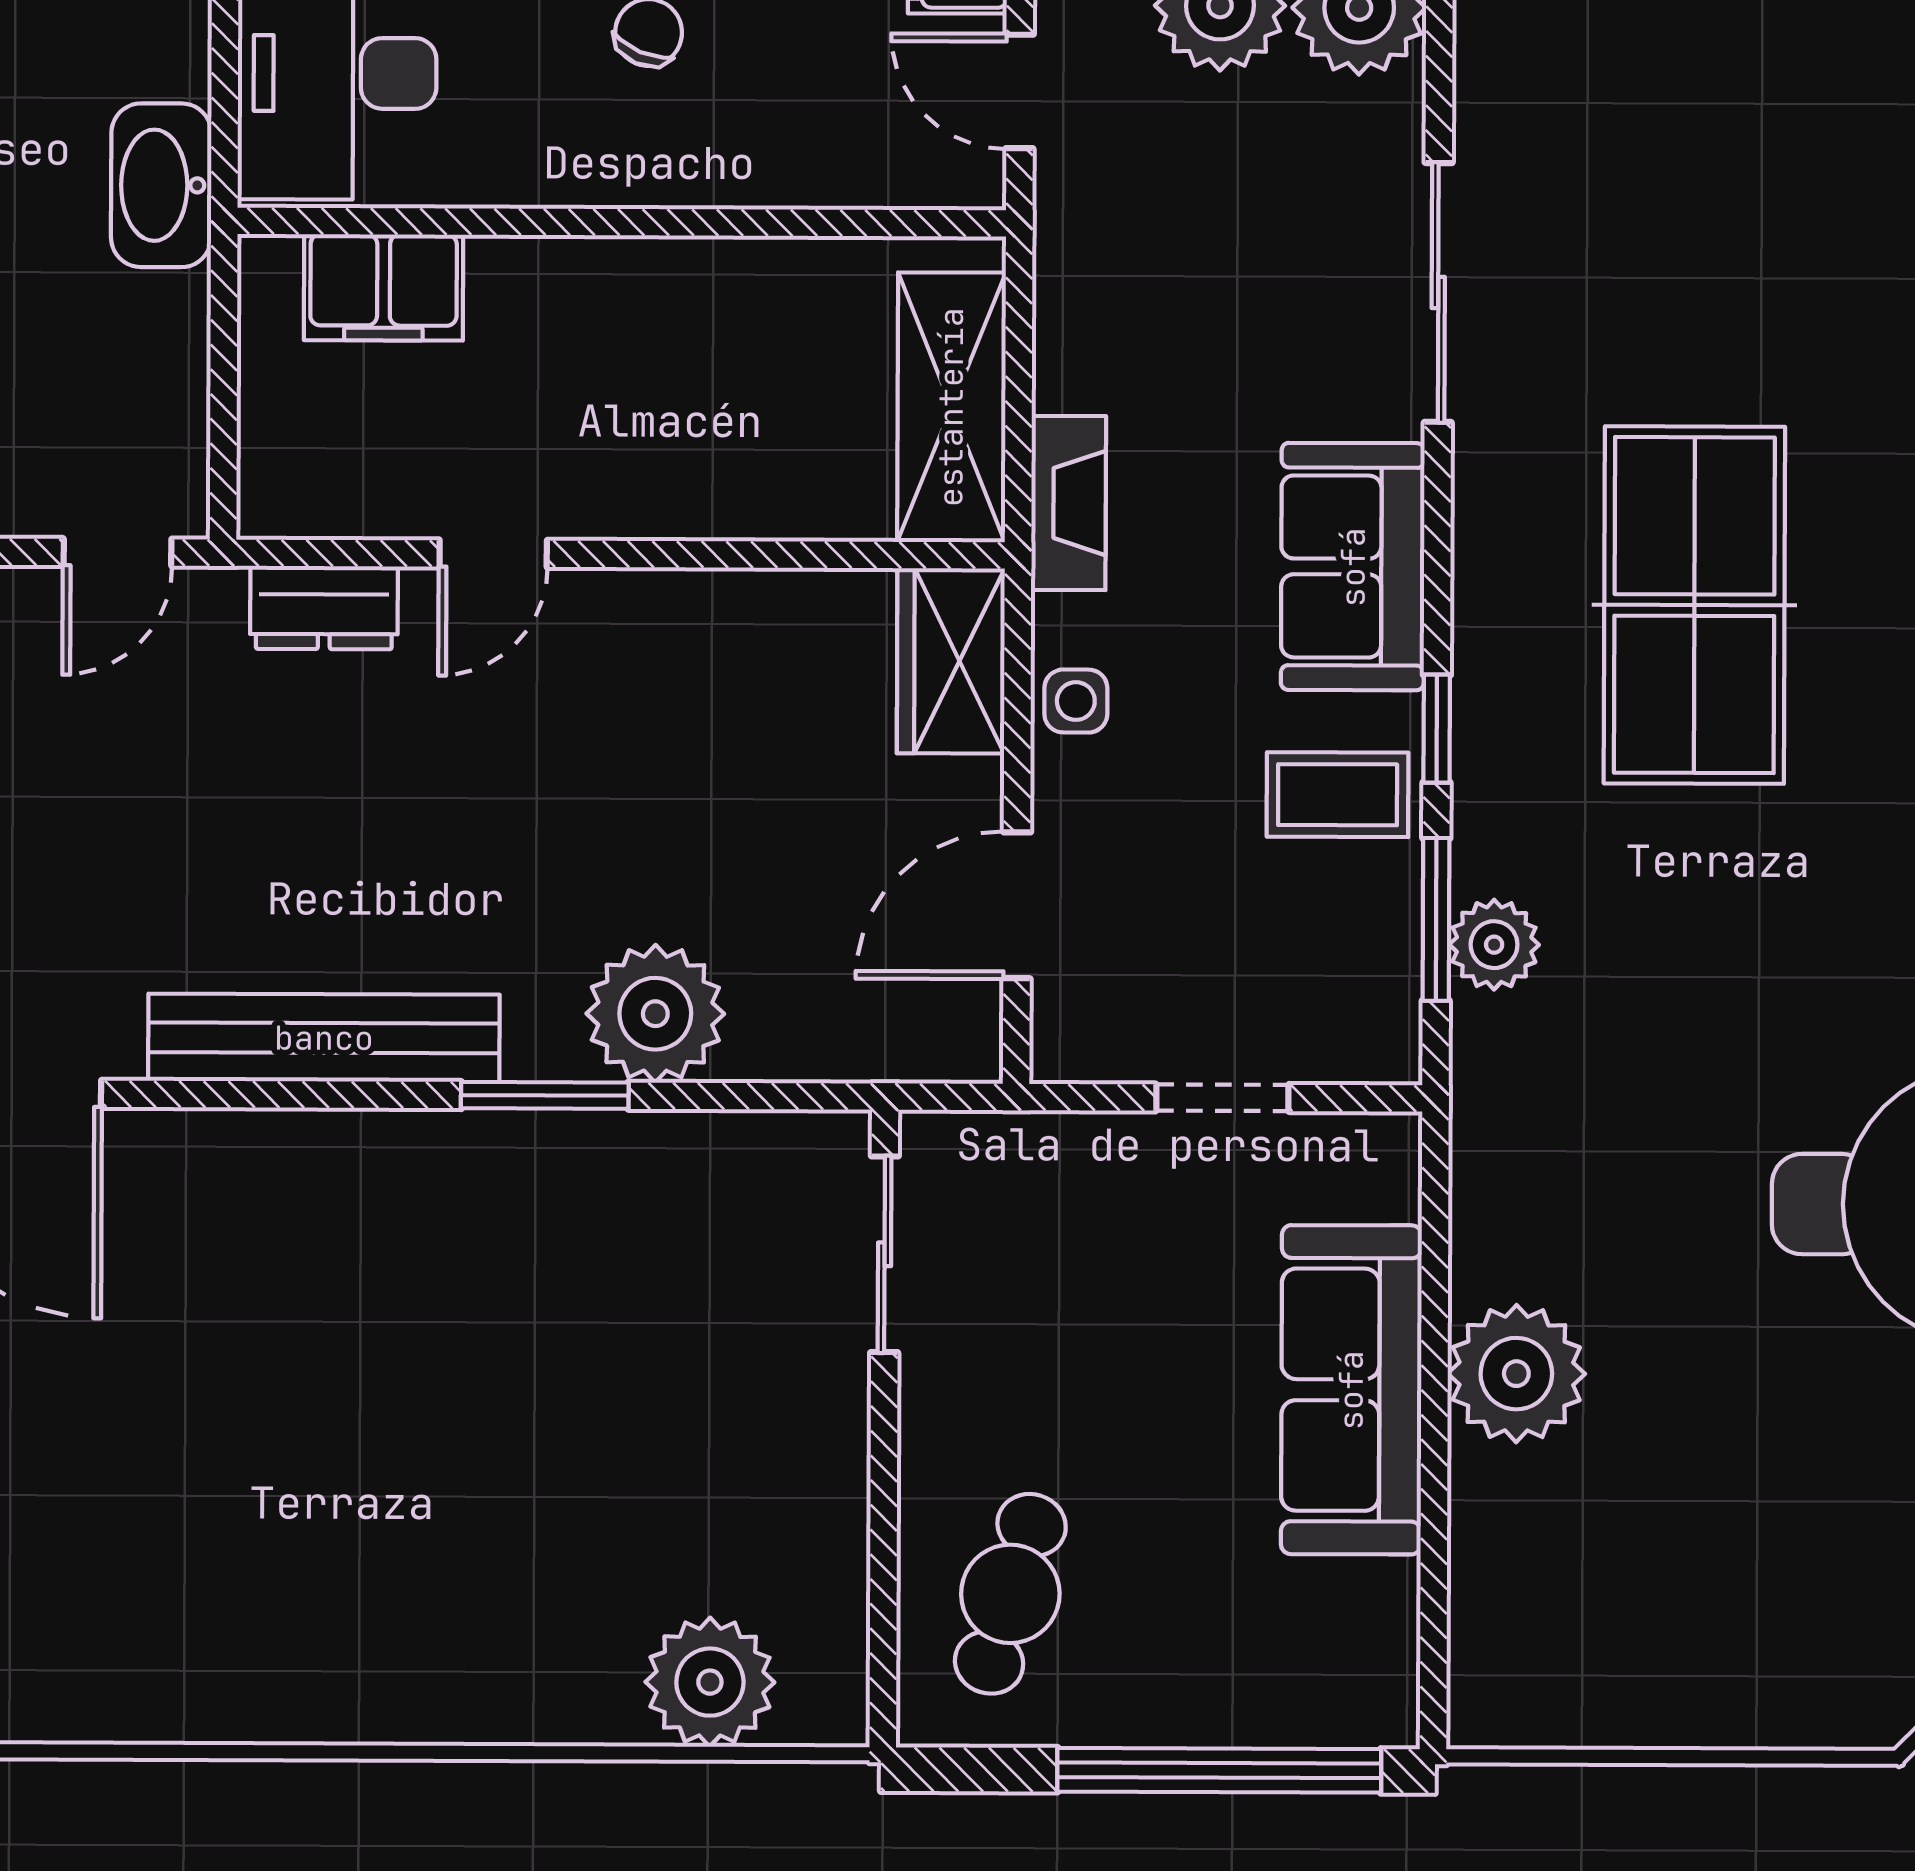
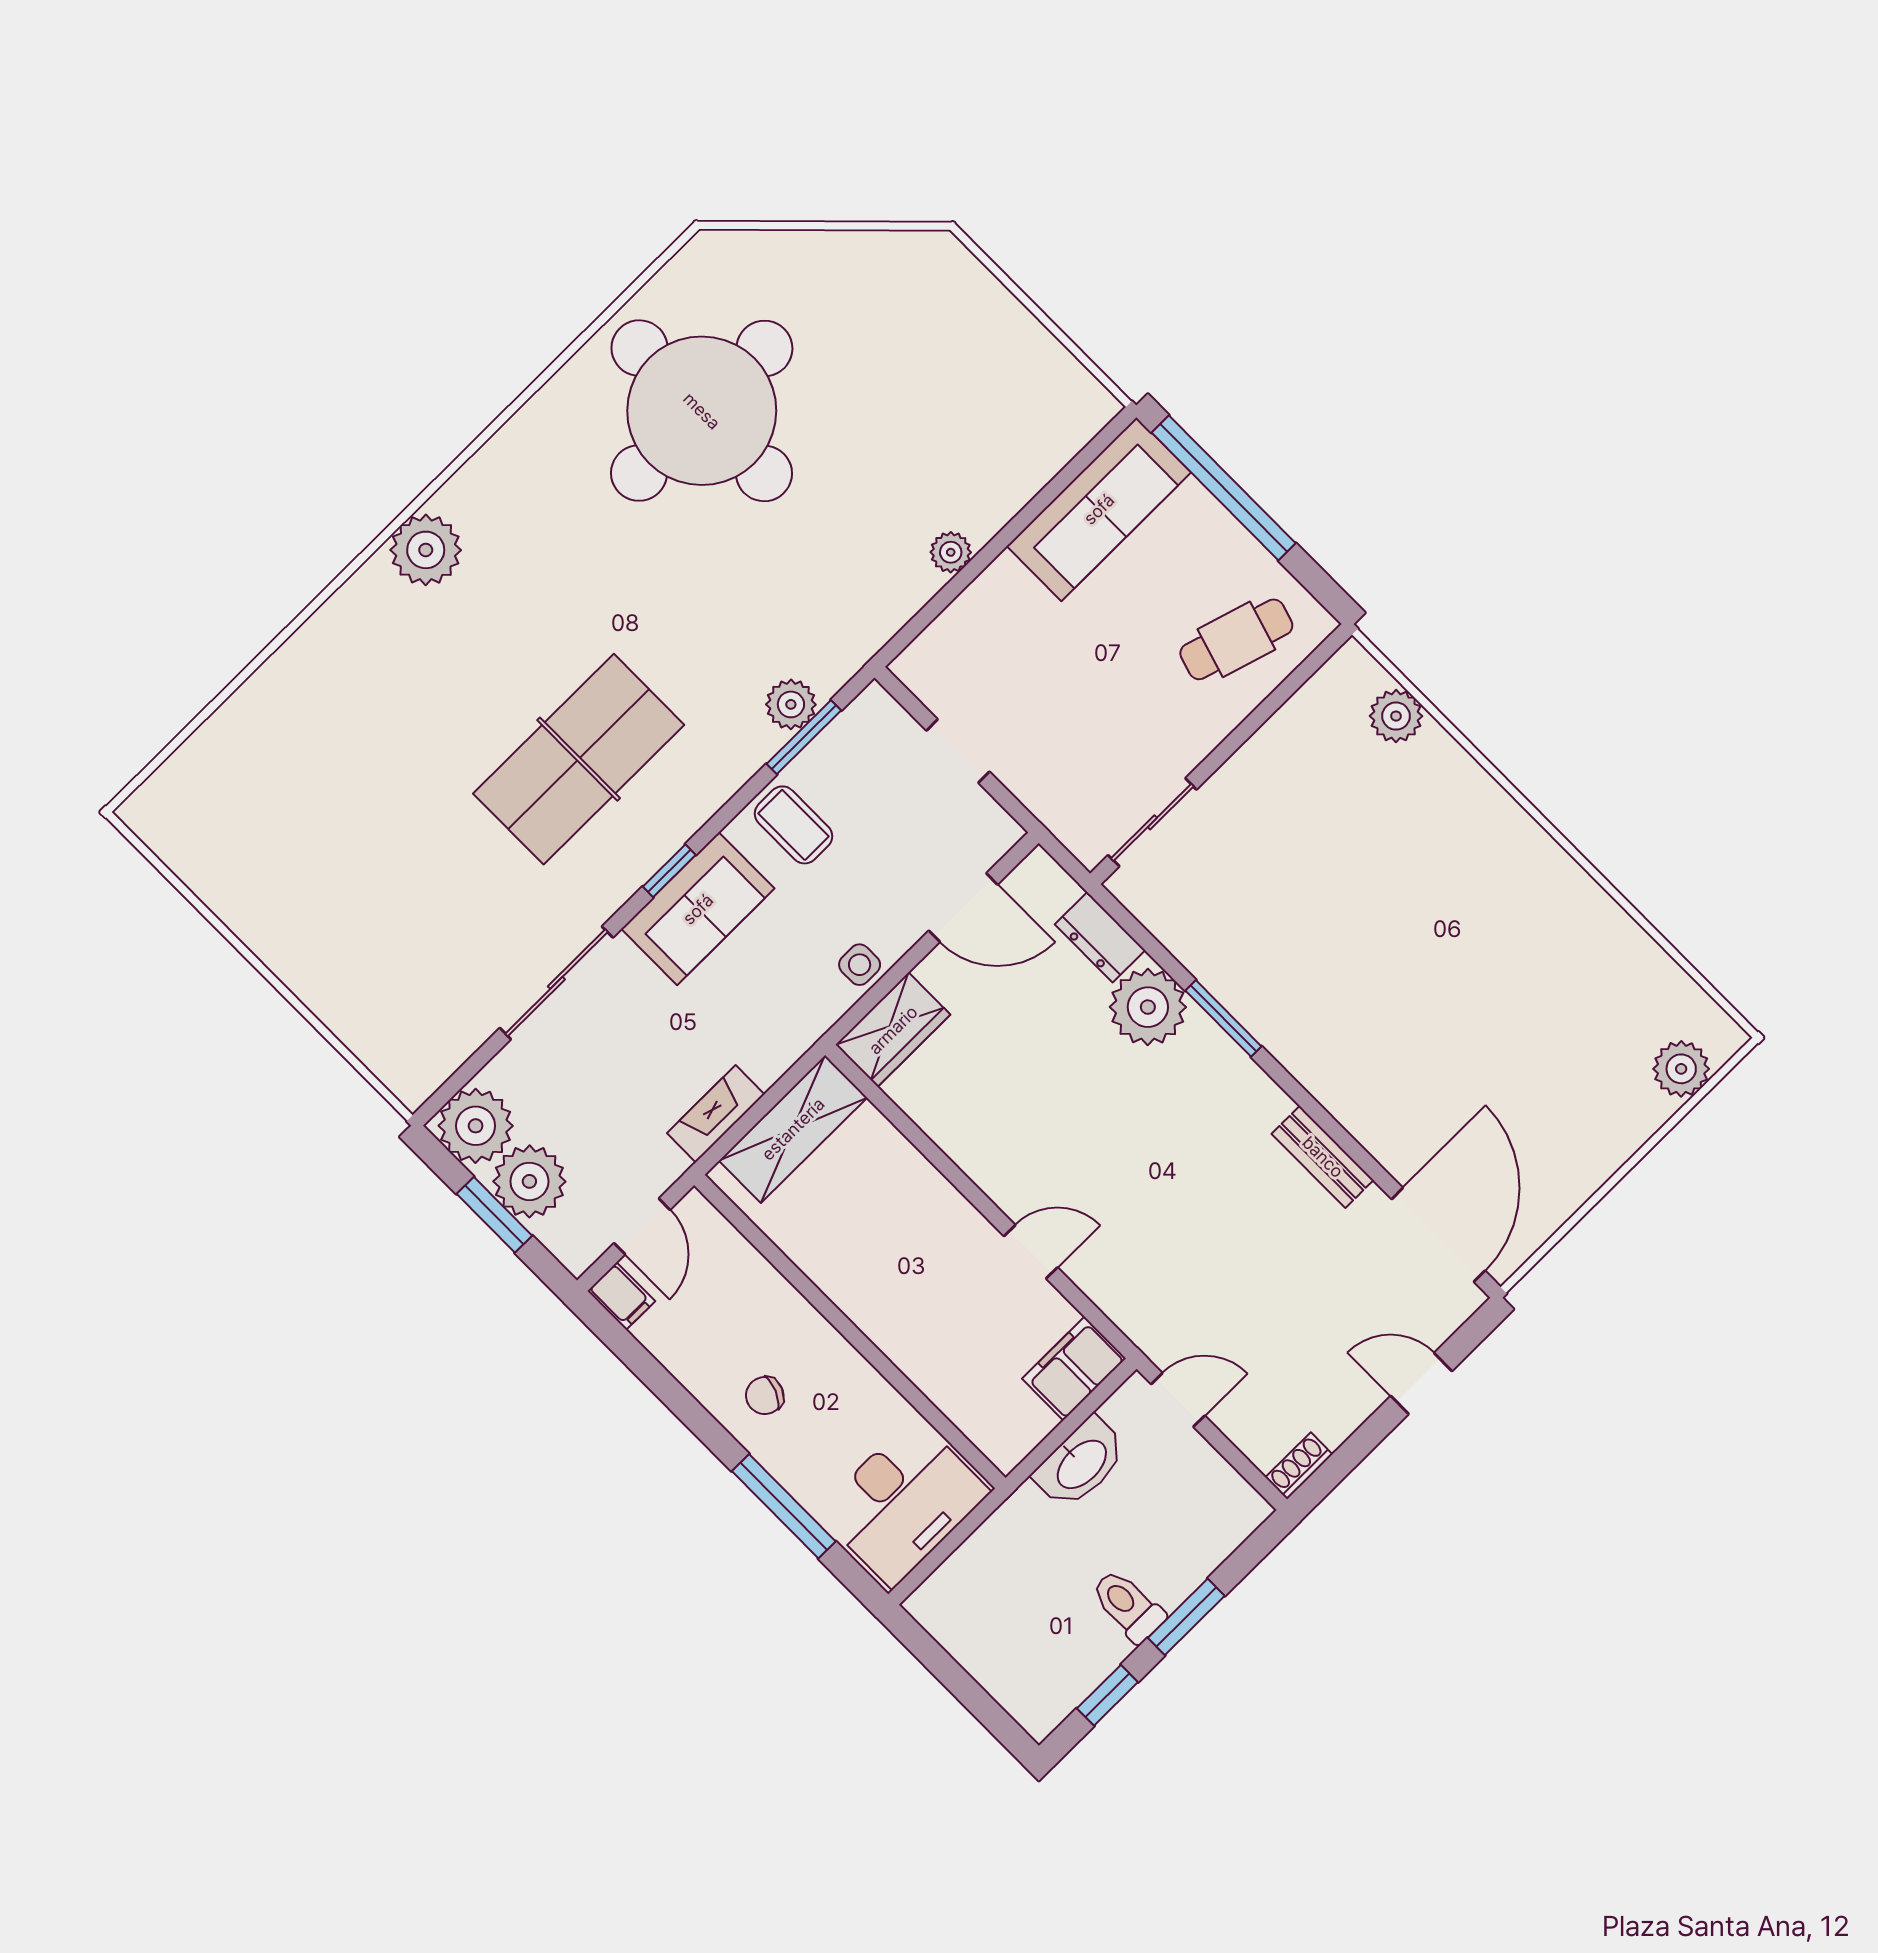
washbasin: (161, 185) -> (1081, 1463), moved
filing cabinet: (383, 287) -> (1074, 1368), moved, turned -90
fireplace: (1069, 503) -> (716, 1114), moved
dresser: (324, 608) -> (1100, 937), moved, turned 180
window: (1437, 729) -> (669, 871), moved
bench: (324, 1038) -> (1323, 1157), width x0.54, depth x0.82
plant: (1516, 1374) -> (951, 552), width x0.53, depth x0.53
sofa: (1351, 1390) -> (1099, 509), moved
plant: (710, 1682) -> (1396, 716), width x0.73, depth x0.73

